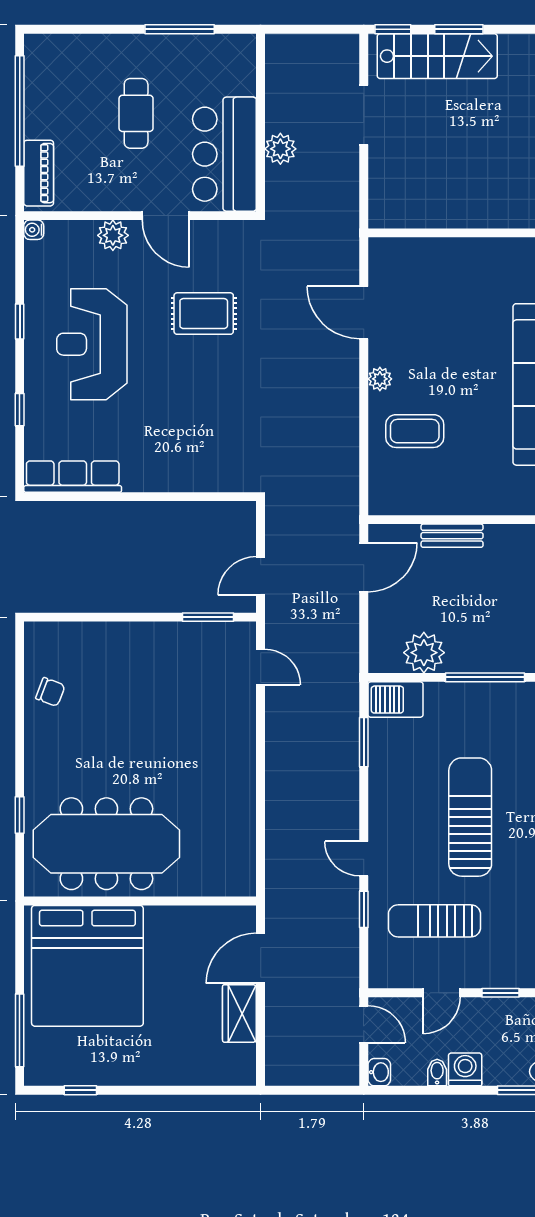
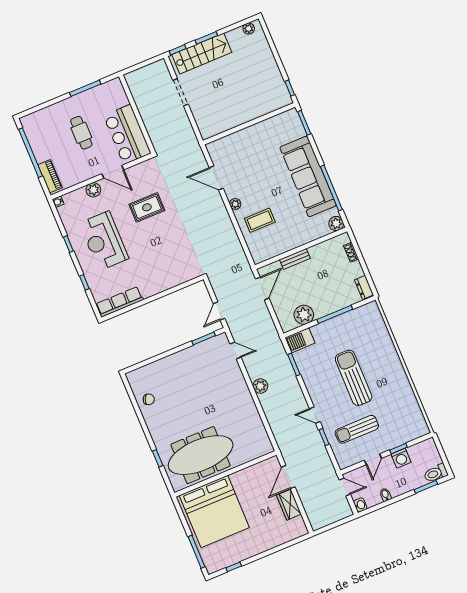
plant: (280, 149) -> (260, 386), moved
washing machine: (465, 1069) -> (401, 458), moved, turned 180

